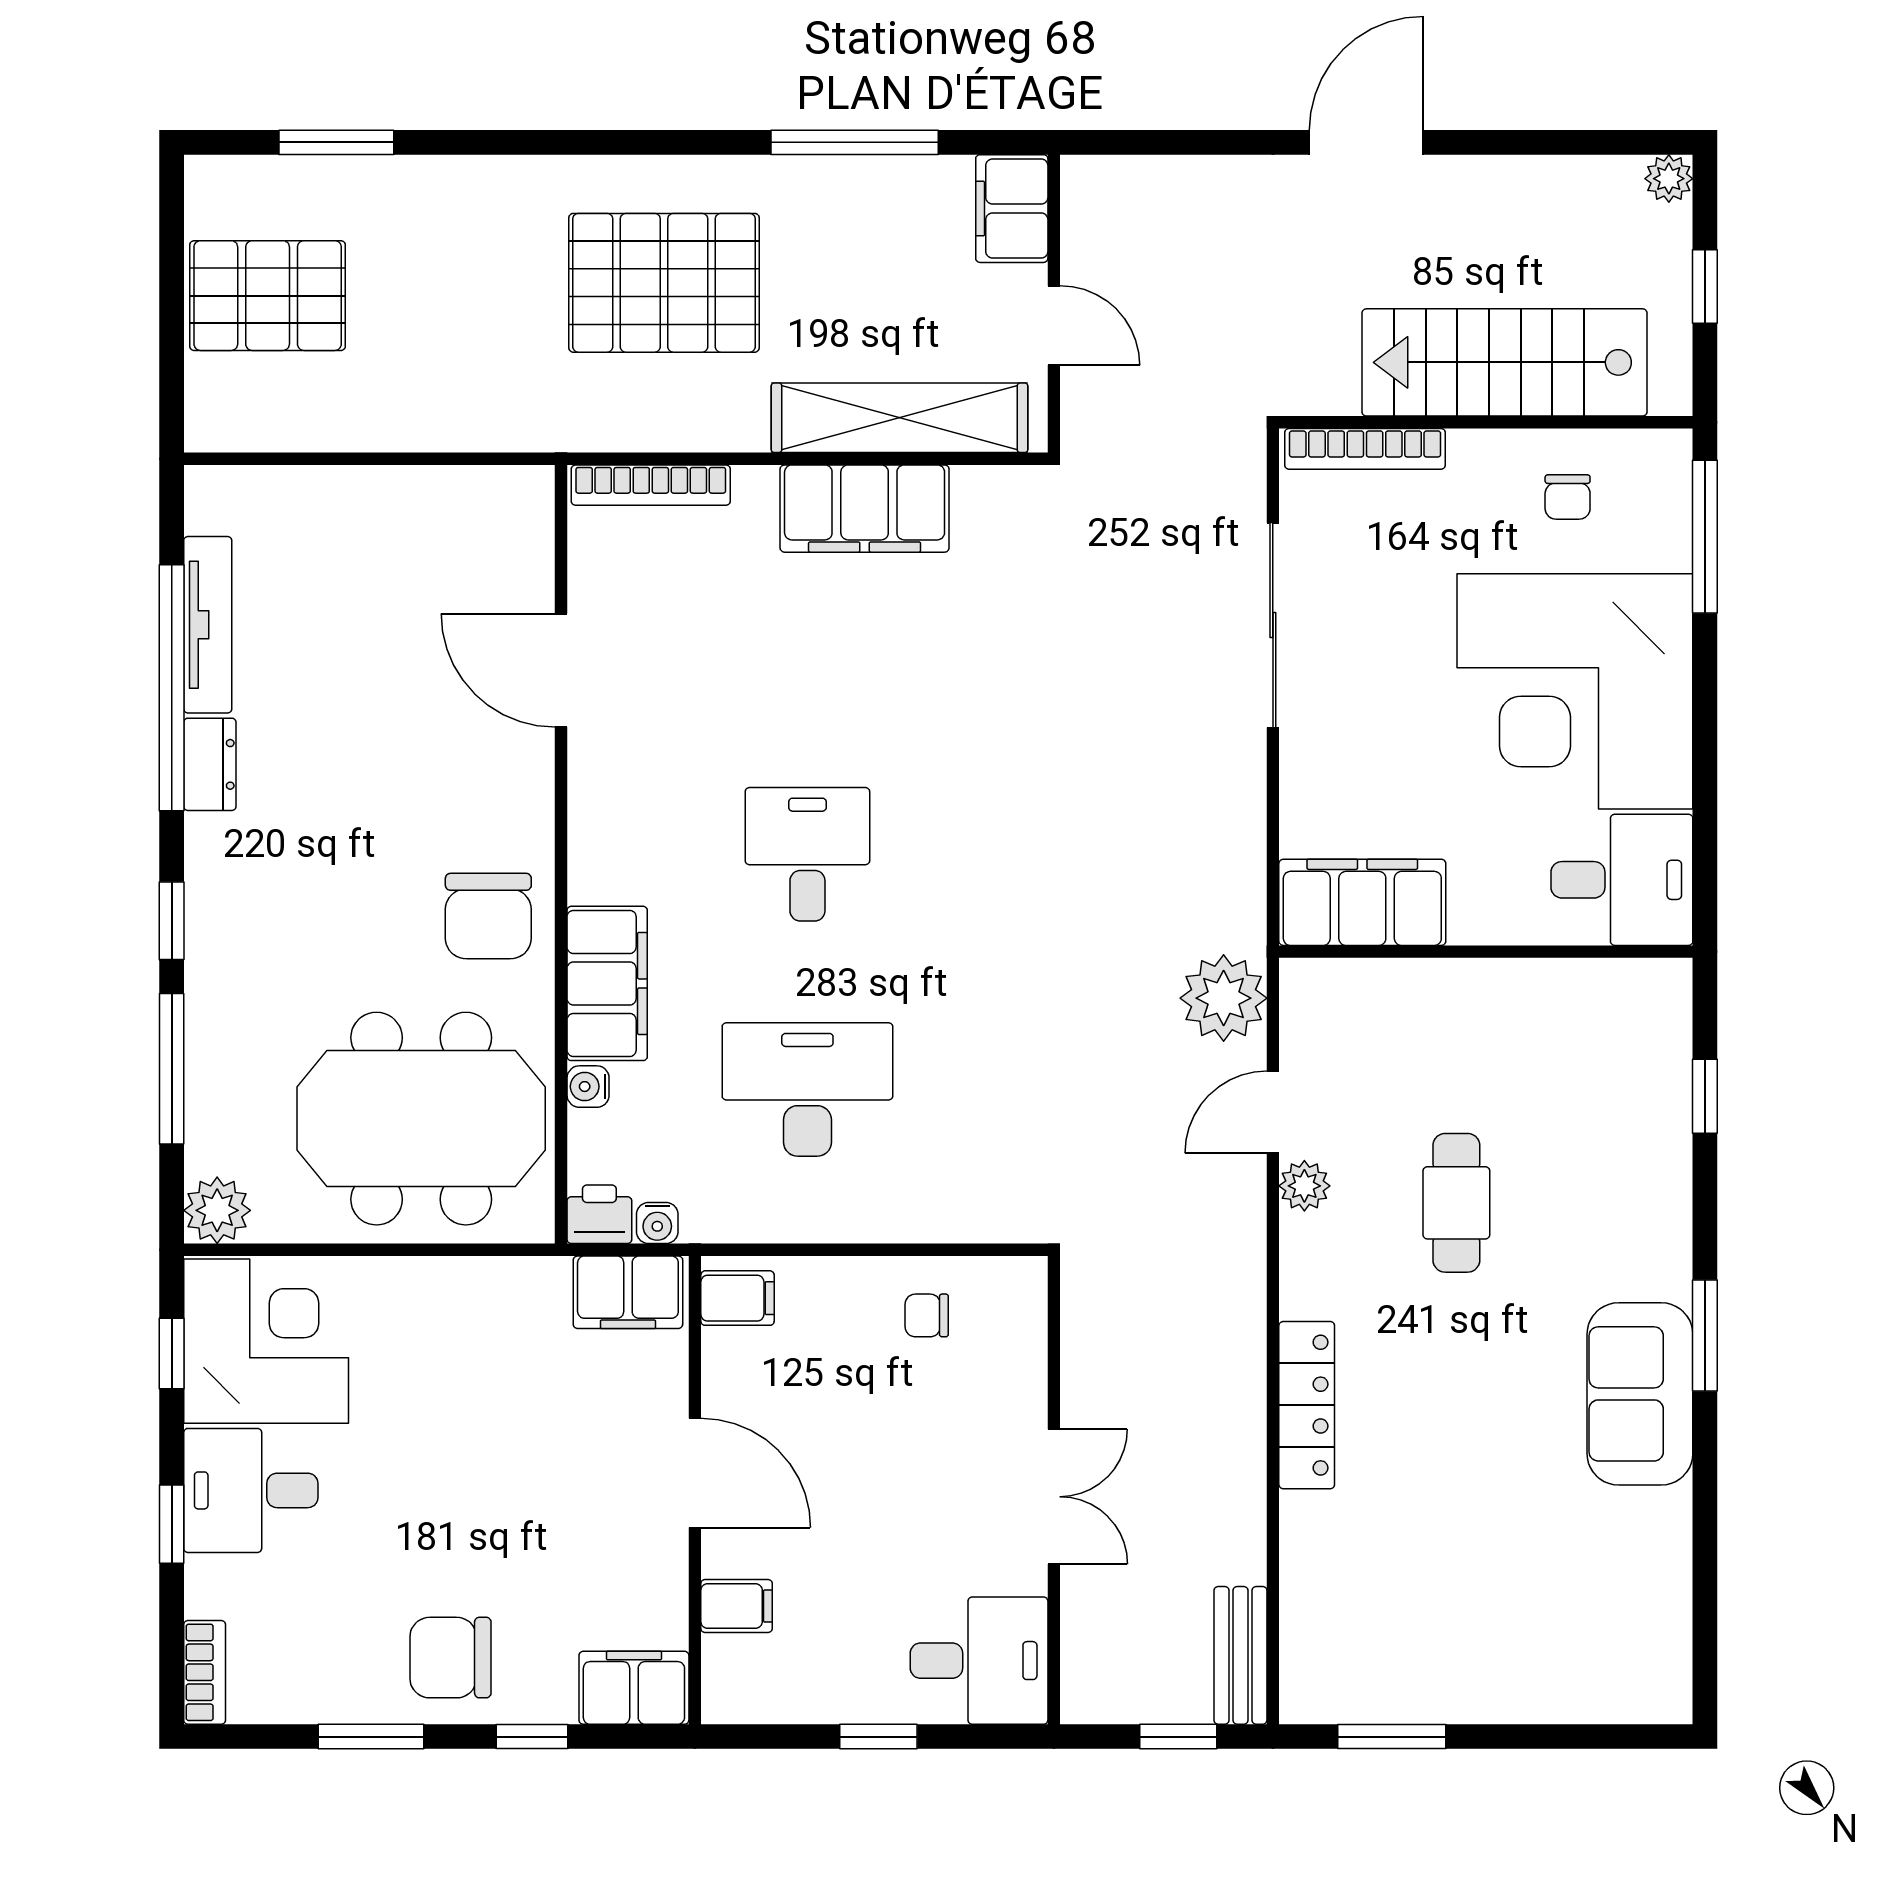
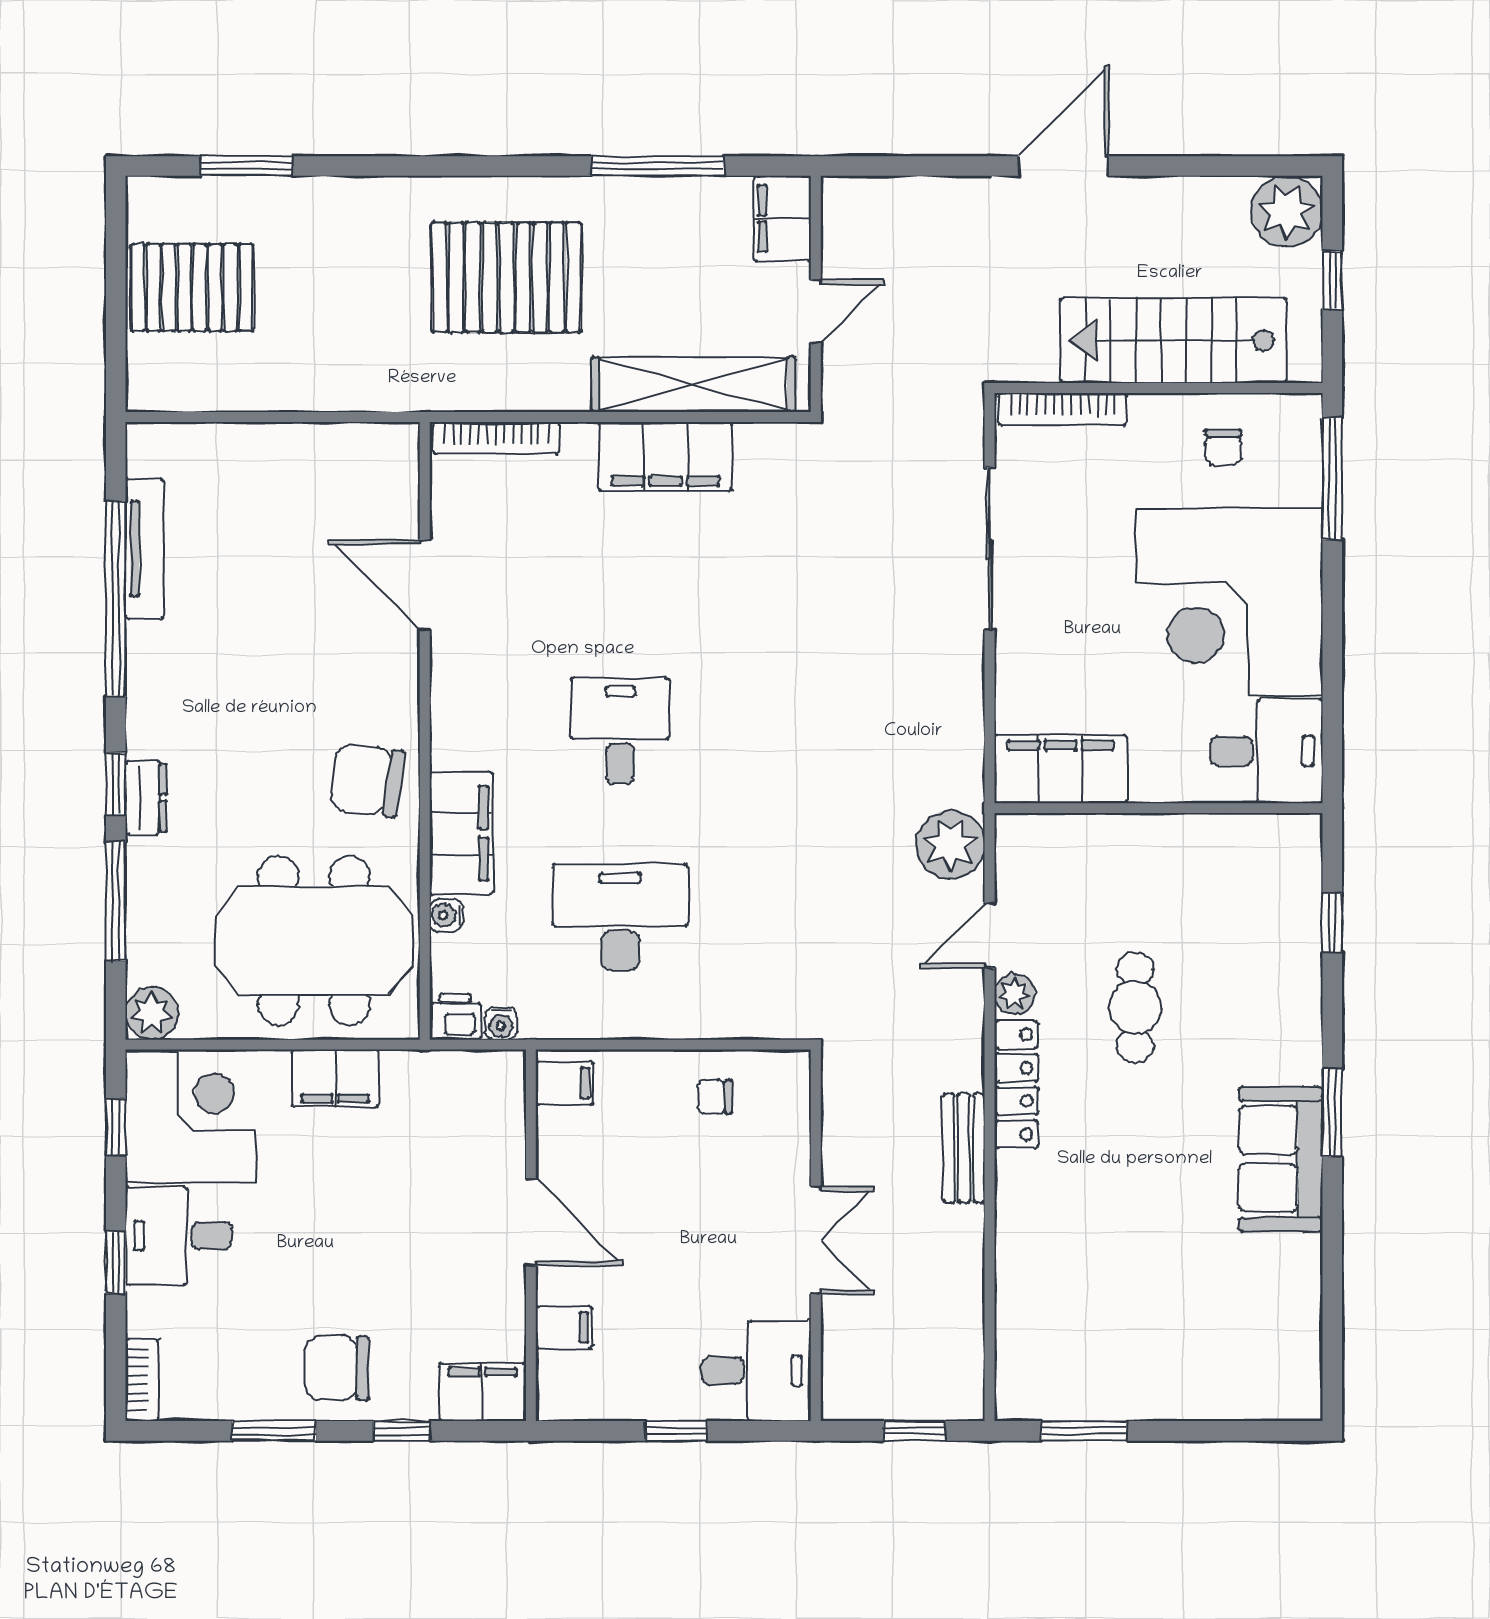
plant: (1669, 179) -> (1287, 211), width x1.87, depth x1.87
door: (1054, 325) -> (816, 311), hinge flipped
dresser: (210, 764) -> (146, 798), moved
chair: (488, 916) -> (367, 780), turned 98
filing cabinet: (628, 1292) -> (335, 1078), moved
locker: (1307, 1405) -> (1016, 1084), moved
bench: (1240, 1655) -> (964, 1148), moved

